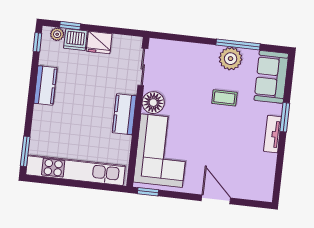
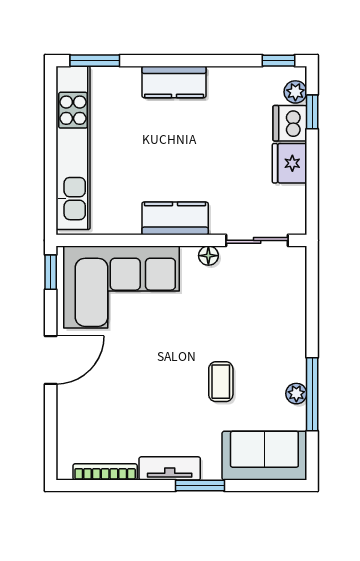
plant: (231, 59) -> (296, 394), width x0.53, depth x0.53
kitchen counter: (45, 85) -> (174, 82), moved
floor lamp: (153, 103) -> (208, 256), width x0.53, depth x0.53
bookcase: (270, 173) -> (105, 472), added
door: (216, 199) -> (51, 360), moved

